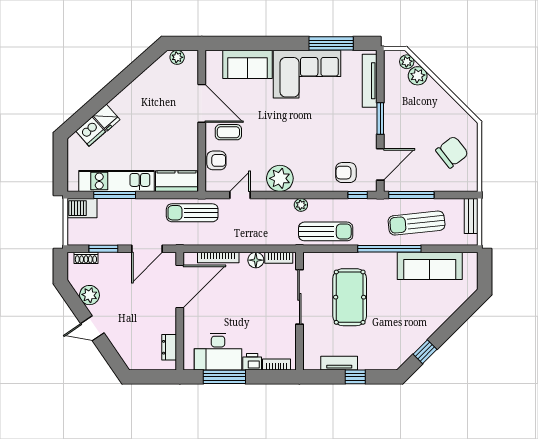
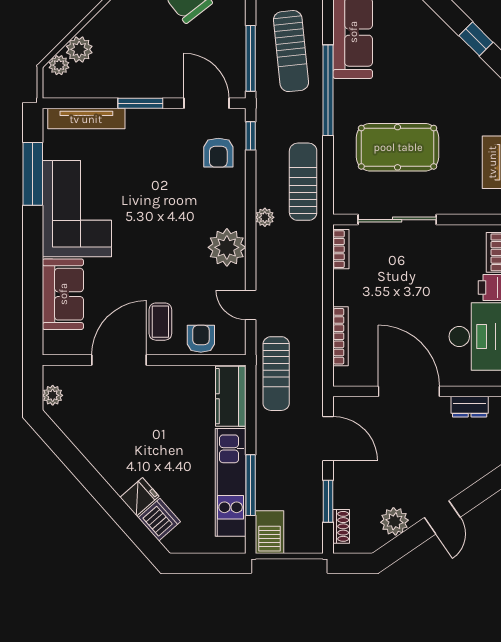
floor lamp: (256, 260) -> (344, 282), removed
door: (180, 287) -> (409, 391), moved

